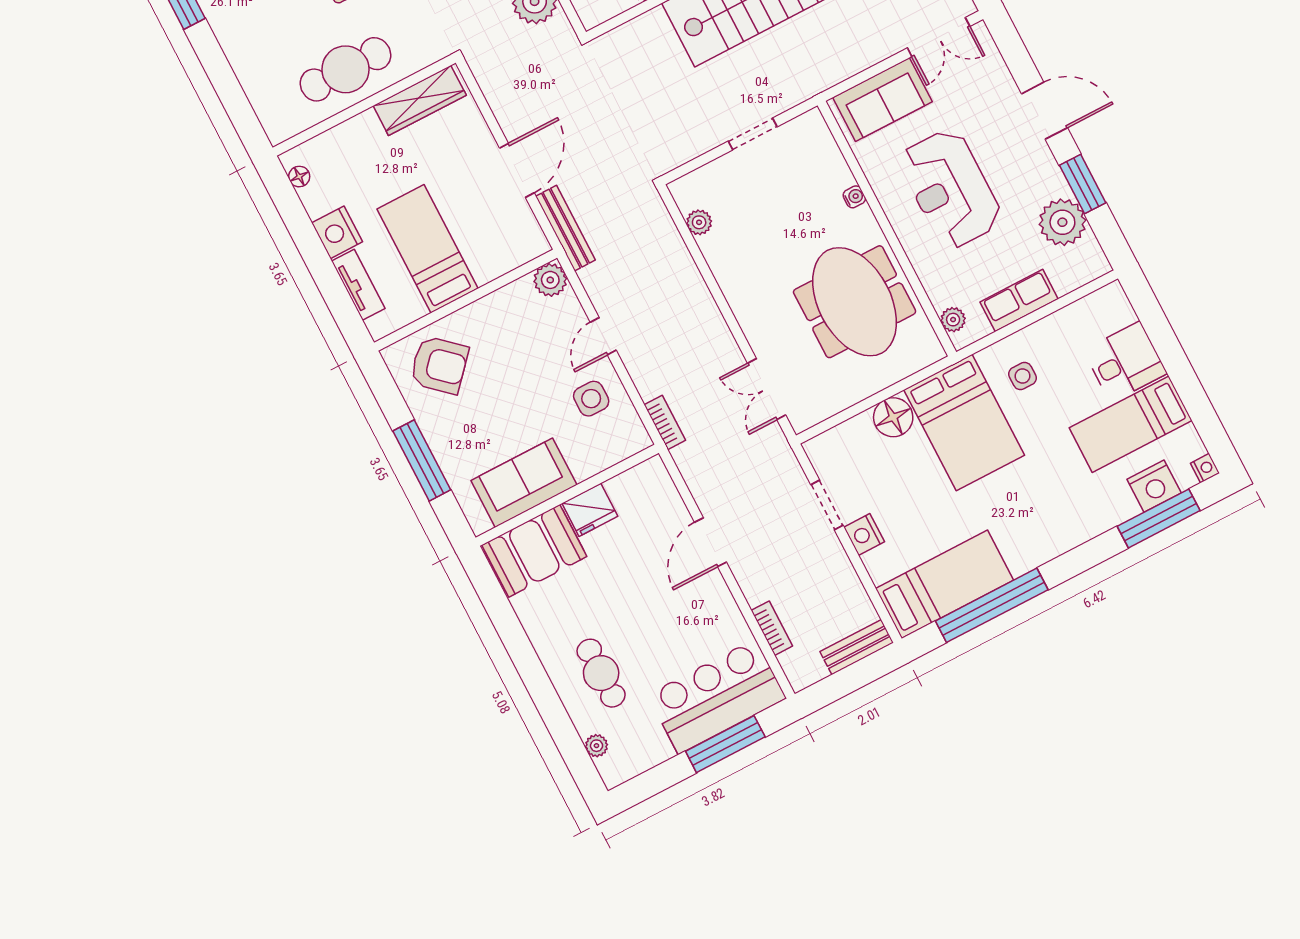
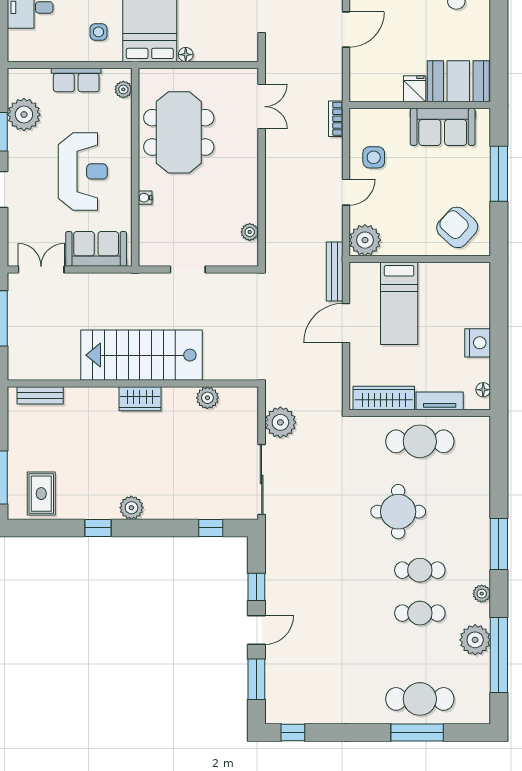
bed: (427, 249) -> (399, 303), moved
plant: (550, 280) -> (365, 240), width x1.36, depth x1.36
tv unit: (358, 285) -> (440, 401), moved, turned 90
floor lamp: (893, 417) -> (186, 55), width x0.53, depth x0.53
fridge: (590, 510) -> (415, 89), width x0.72

